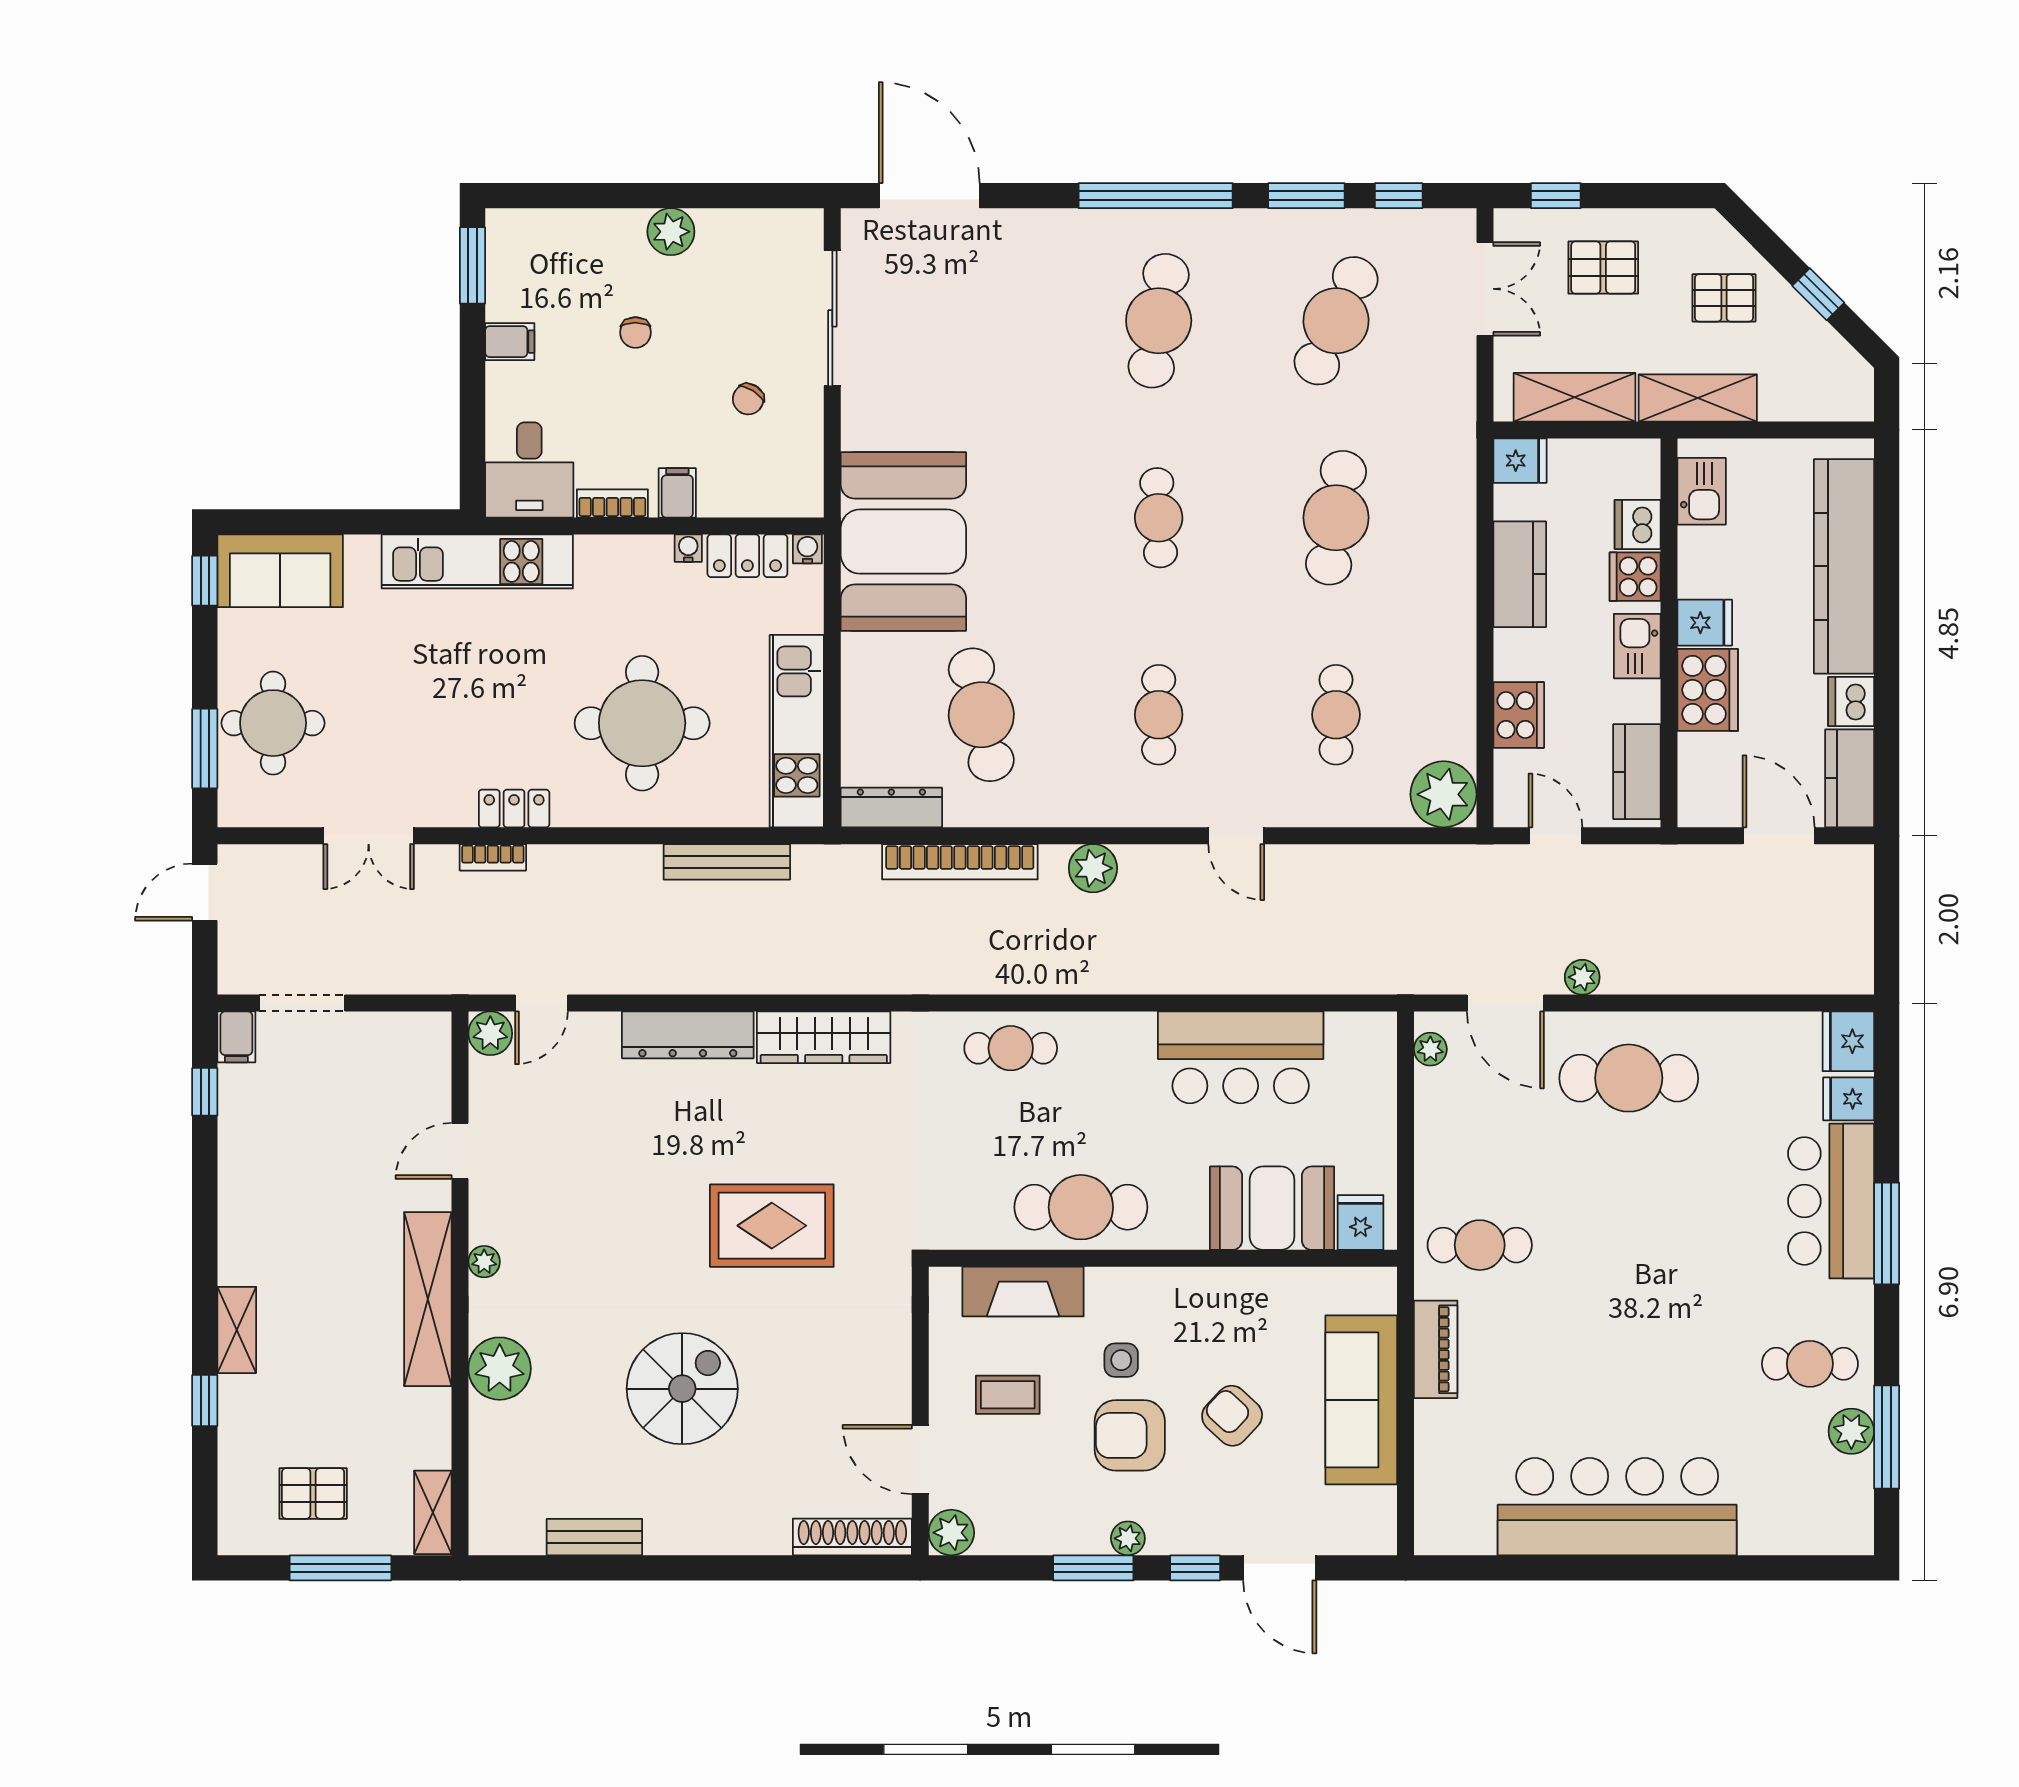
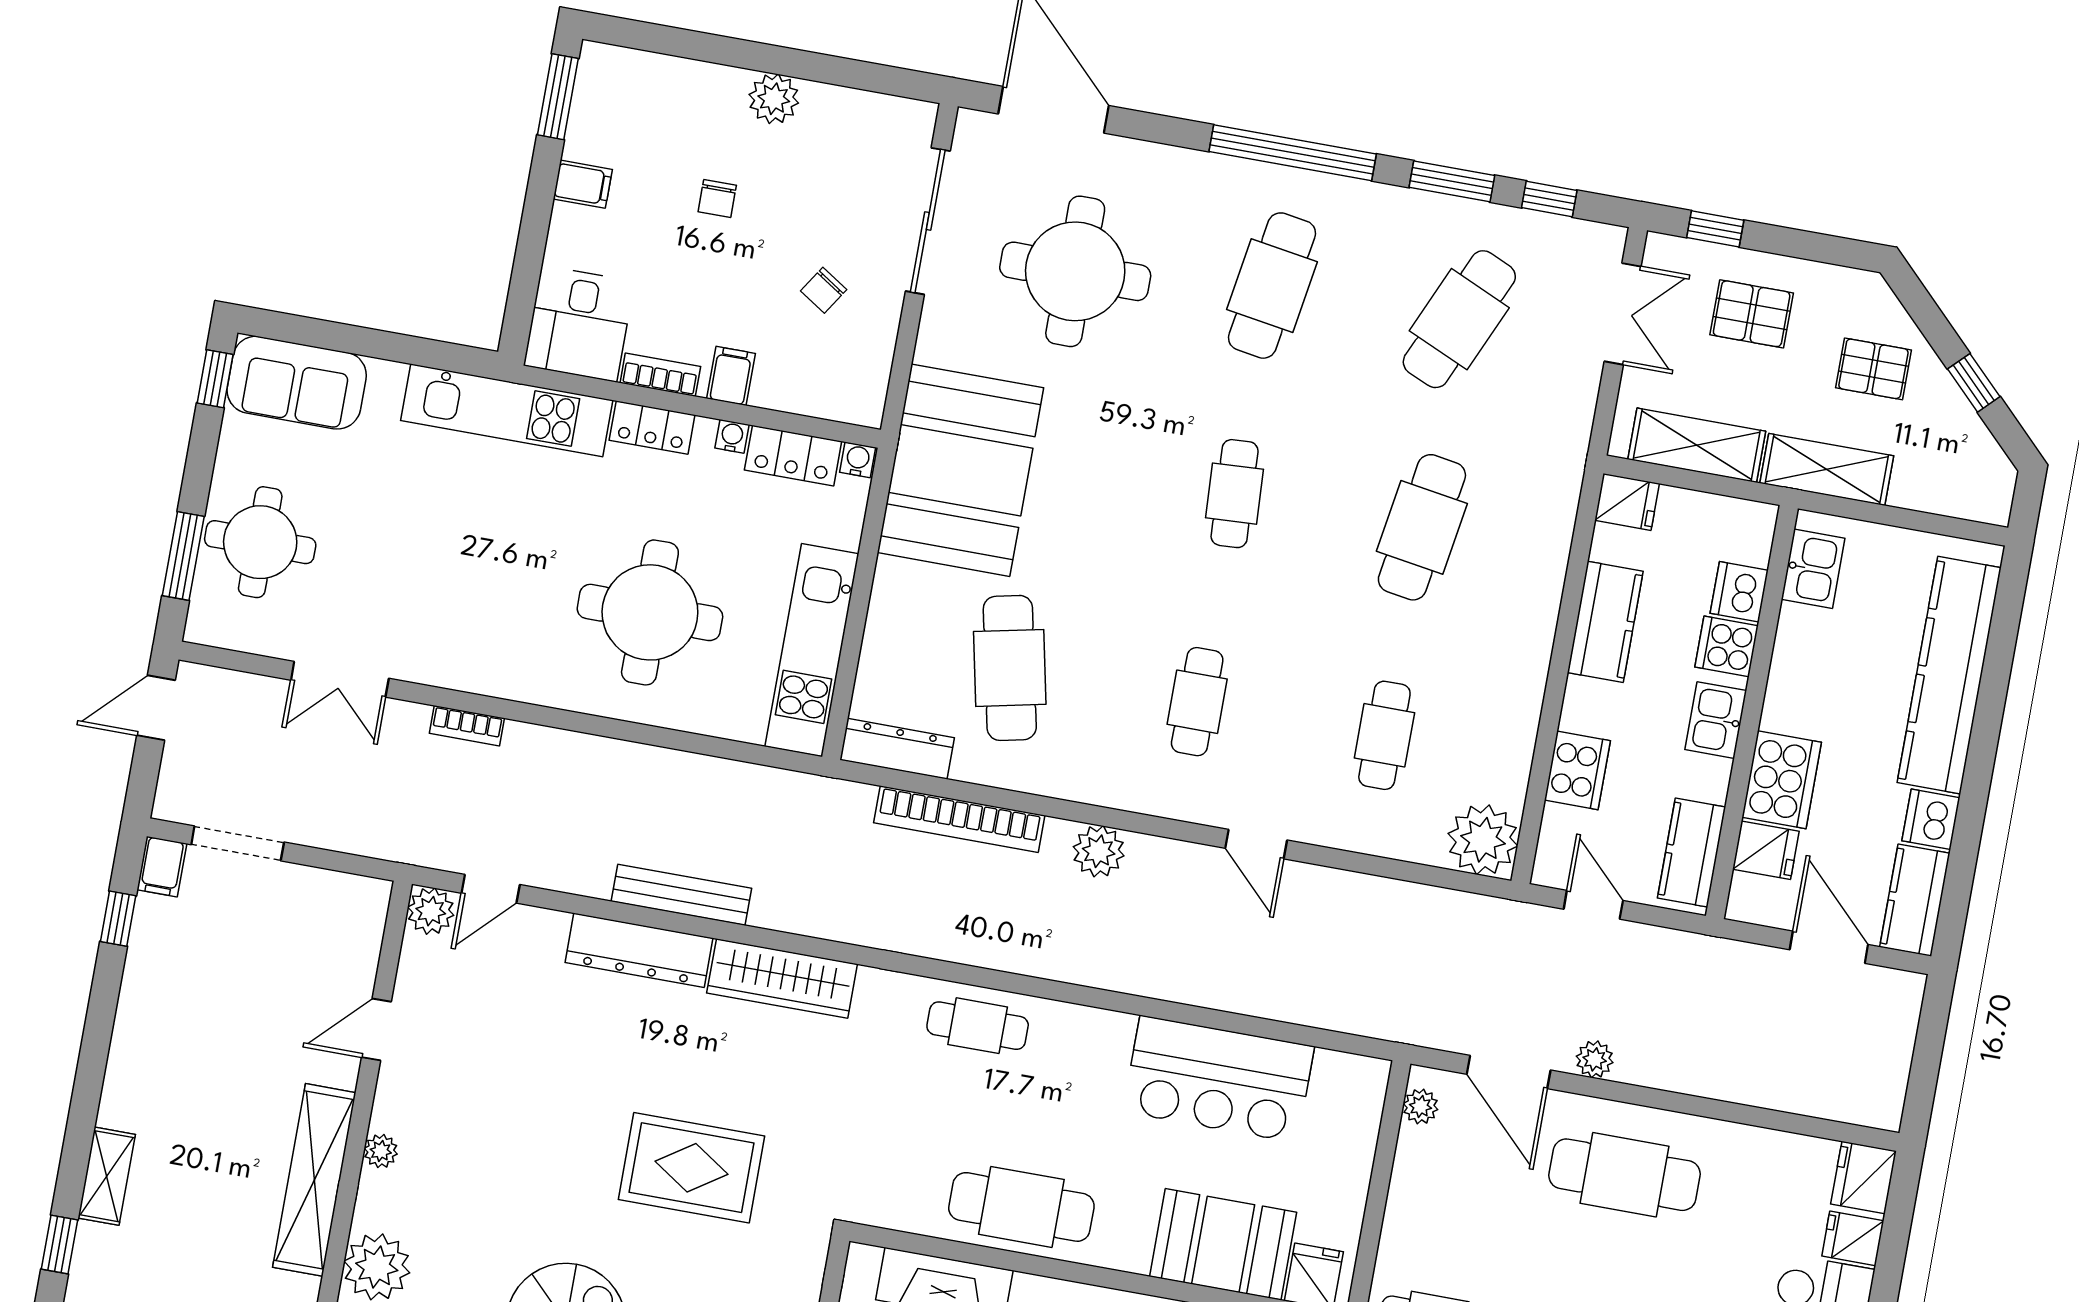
round table: (976, 340) -> (1075, 271), added
fridge: (1705, 623) -> (1766, 850), moved
locker: (514, 809) -> (652, 428), moved, turned 180
bench: (727, 862) -> (681, 895), moved

